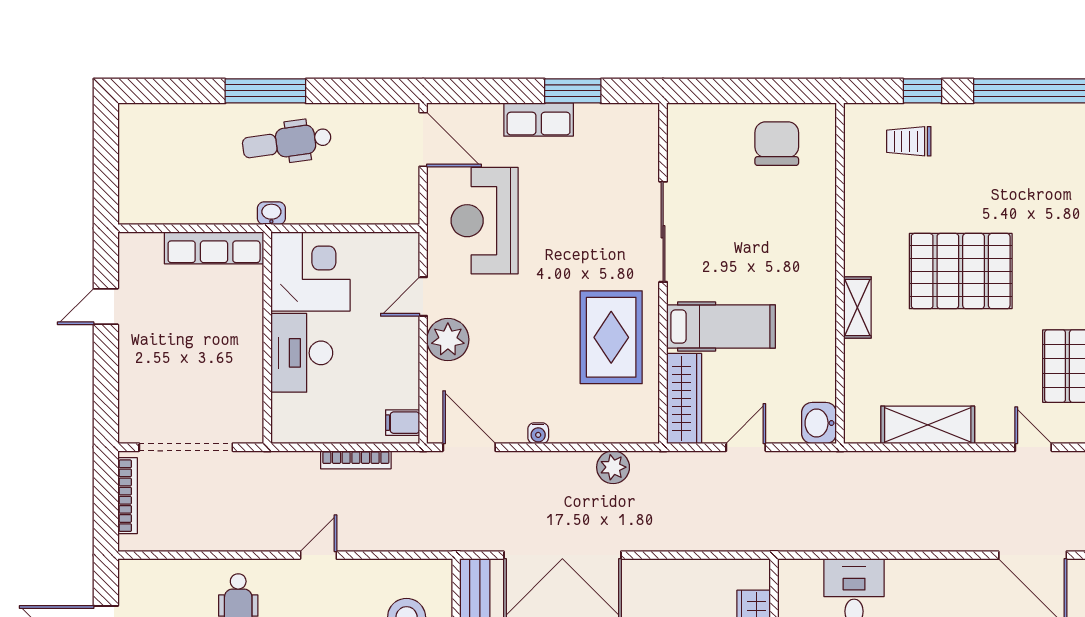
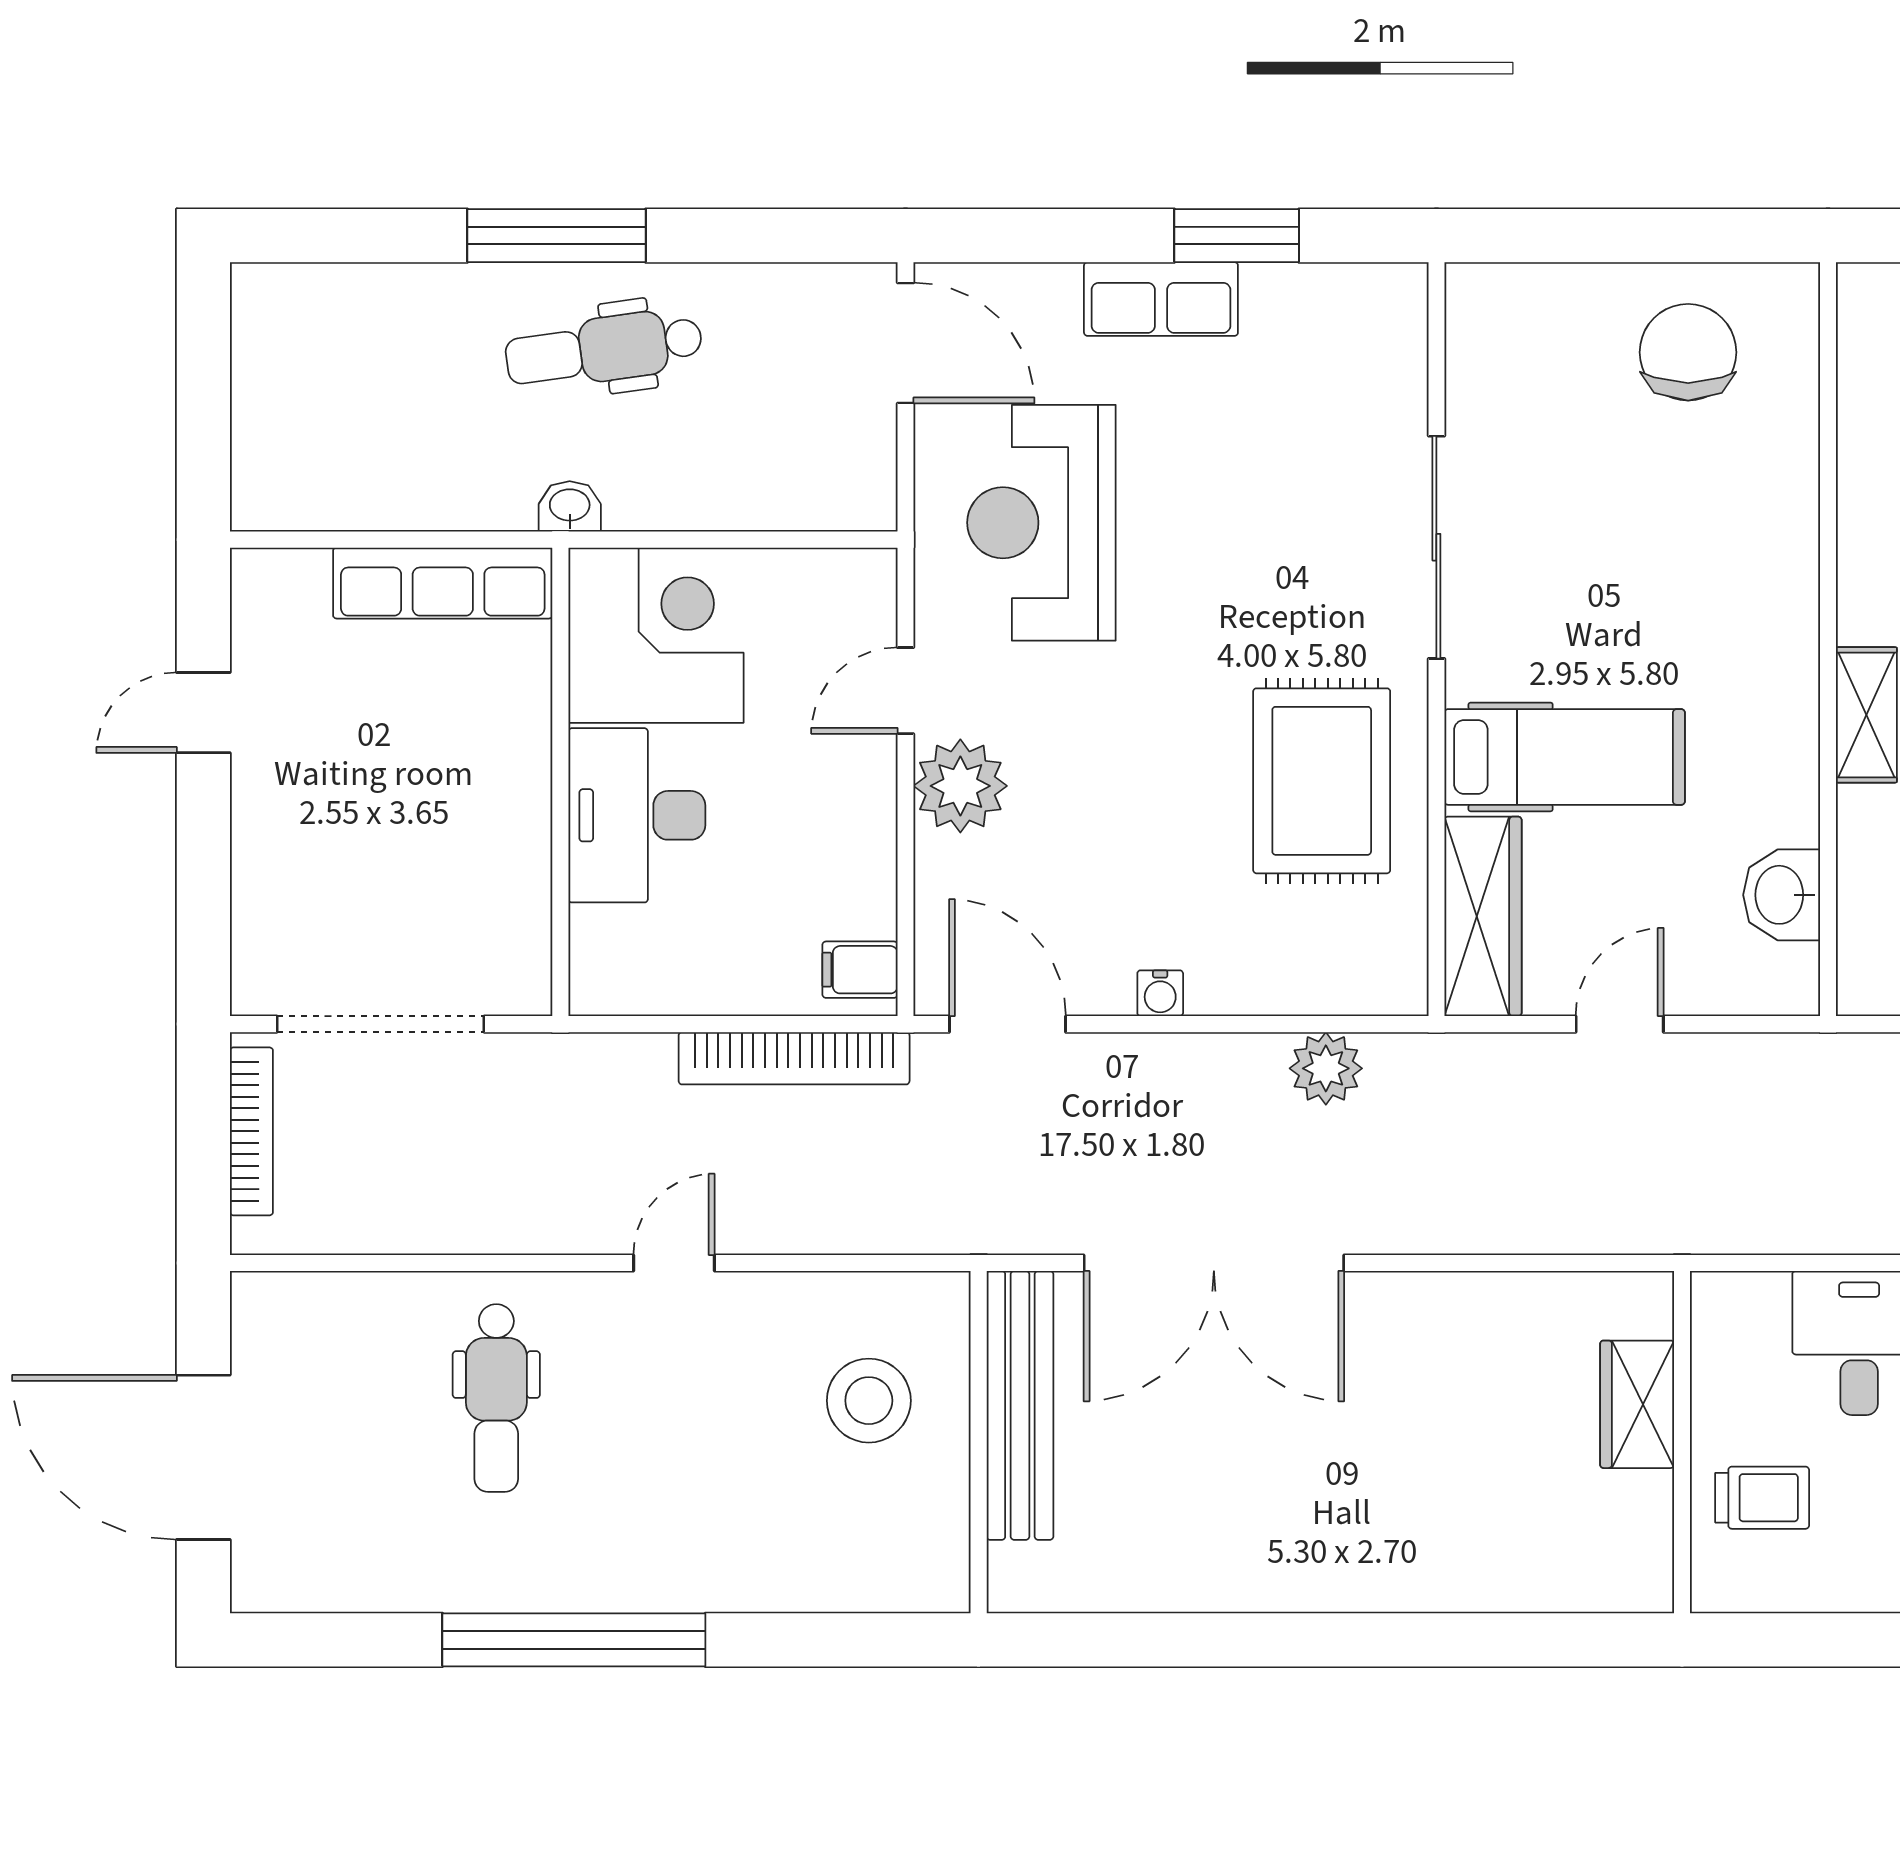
washbasin: (819, 423) -> (1782, 895), moved
bookcase: (356, 460) -> (794, 1058), width x1.48, depth x1.31

